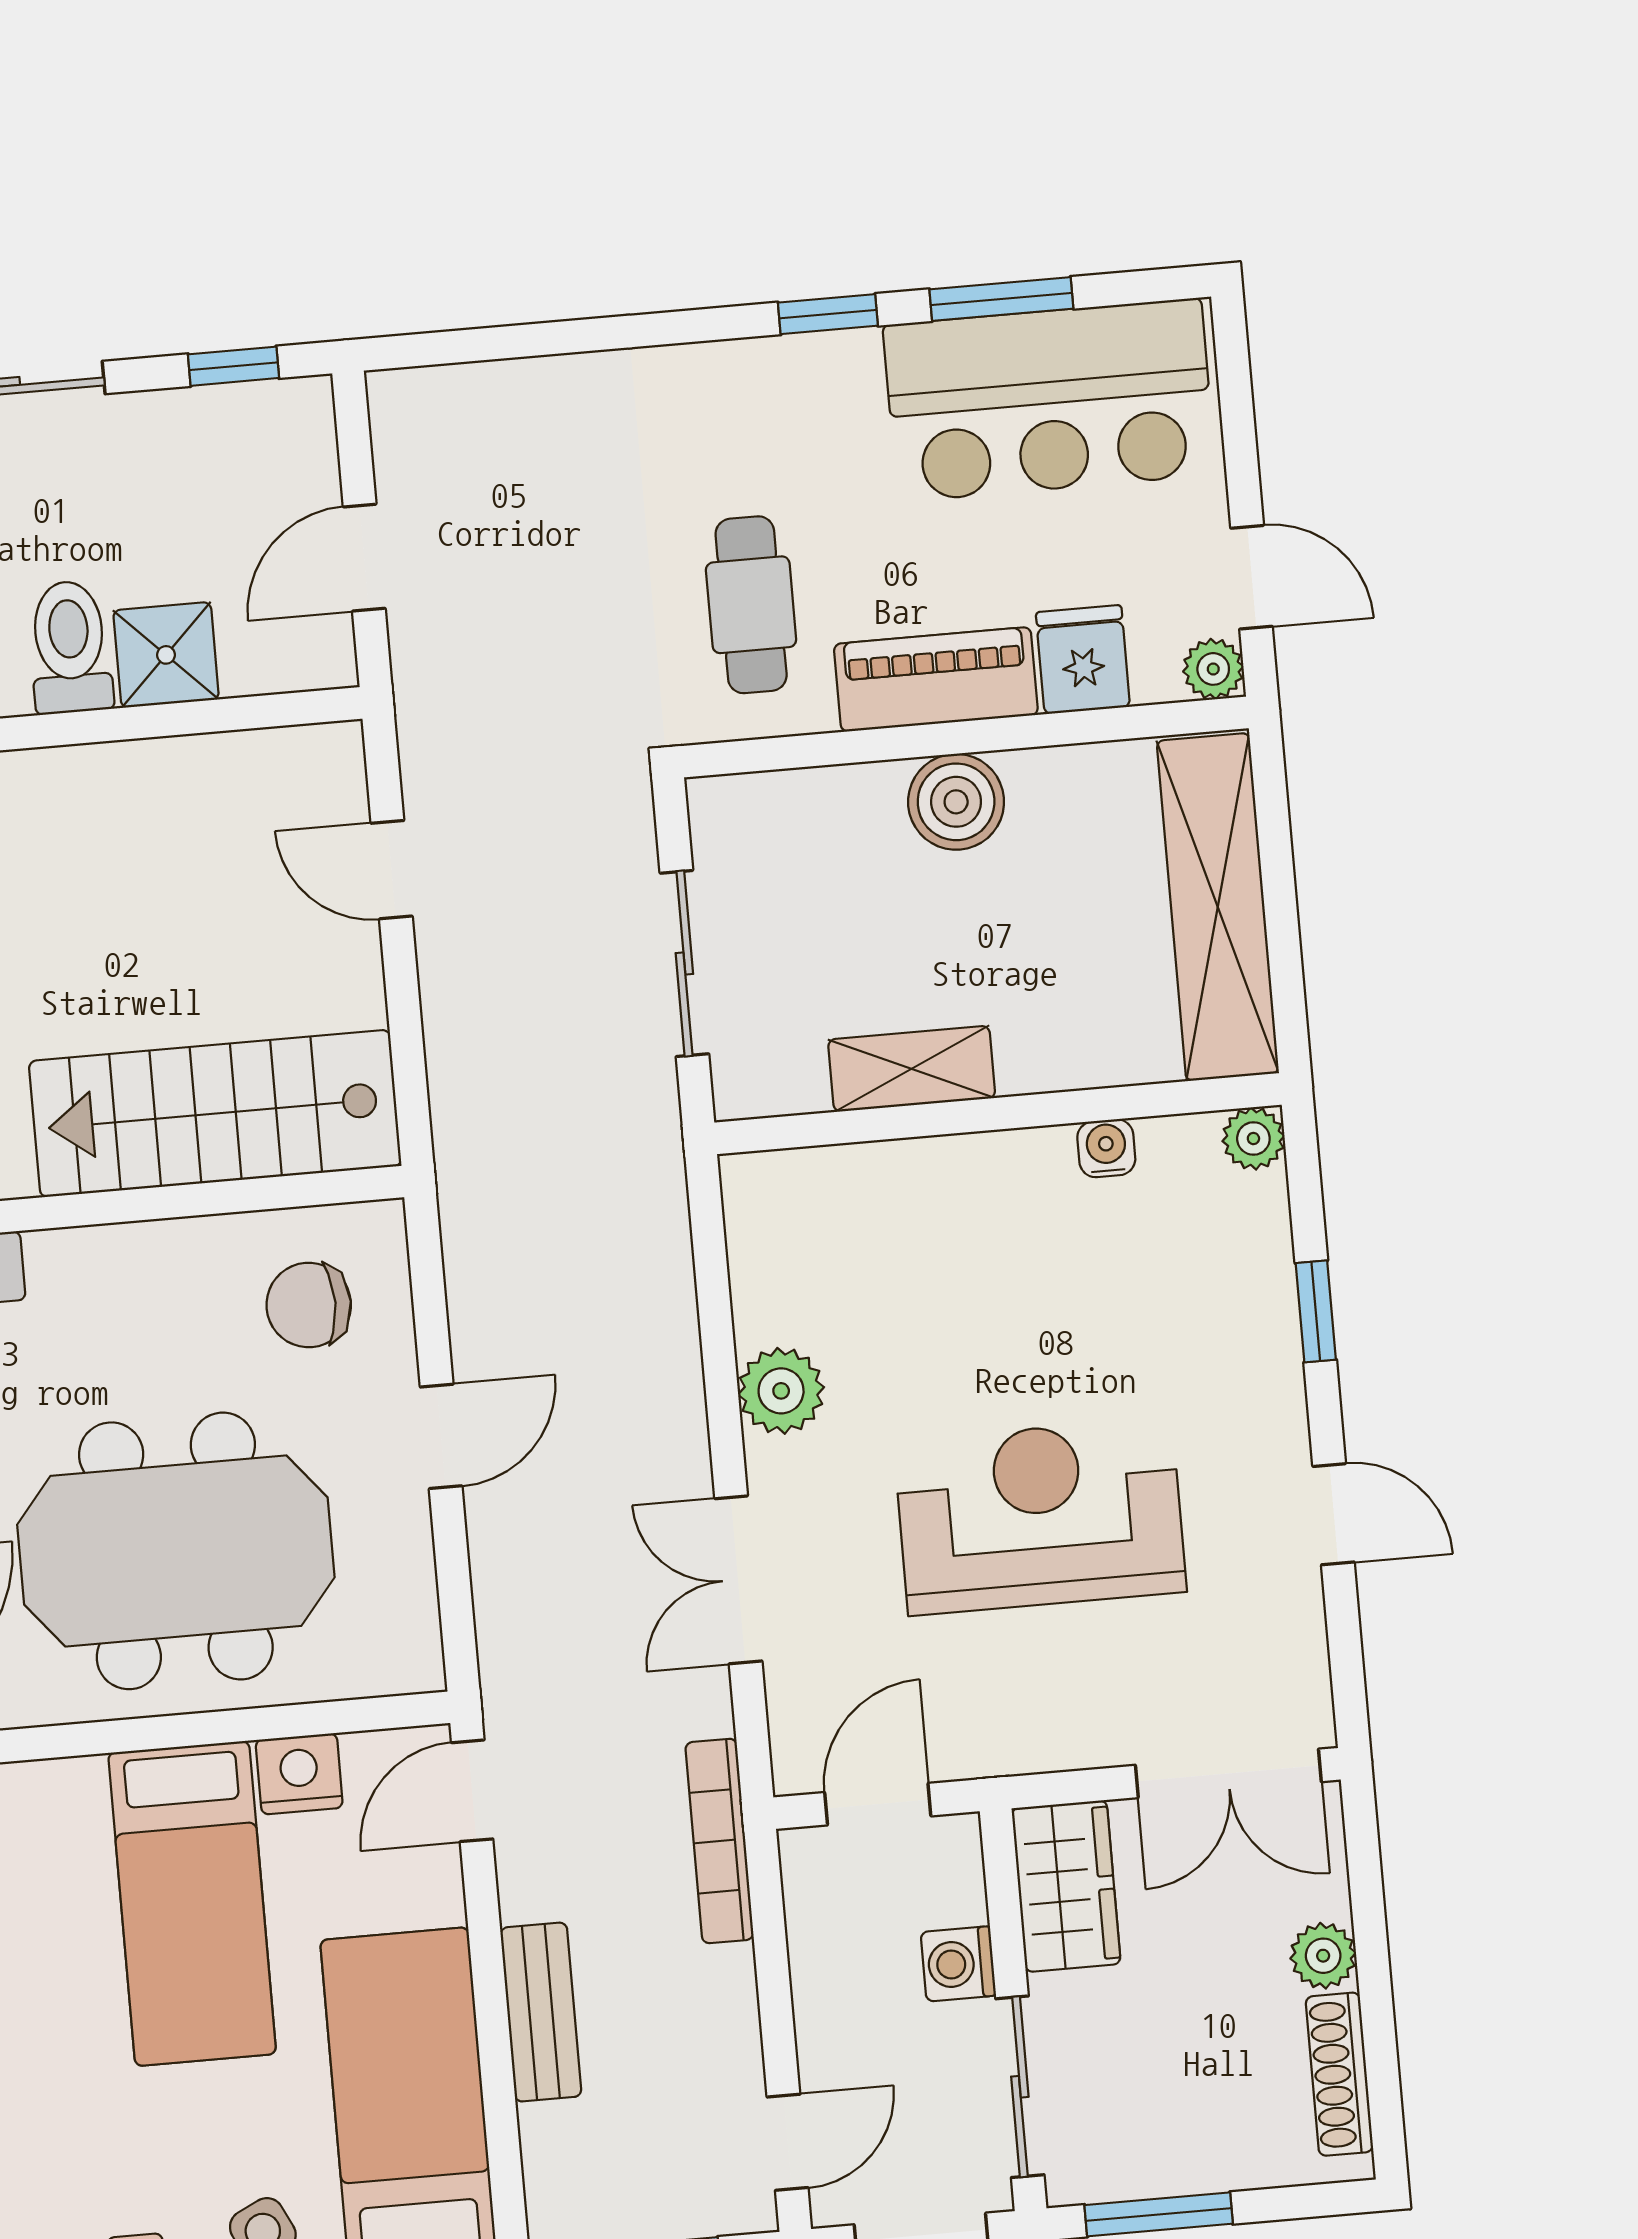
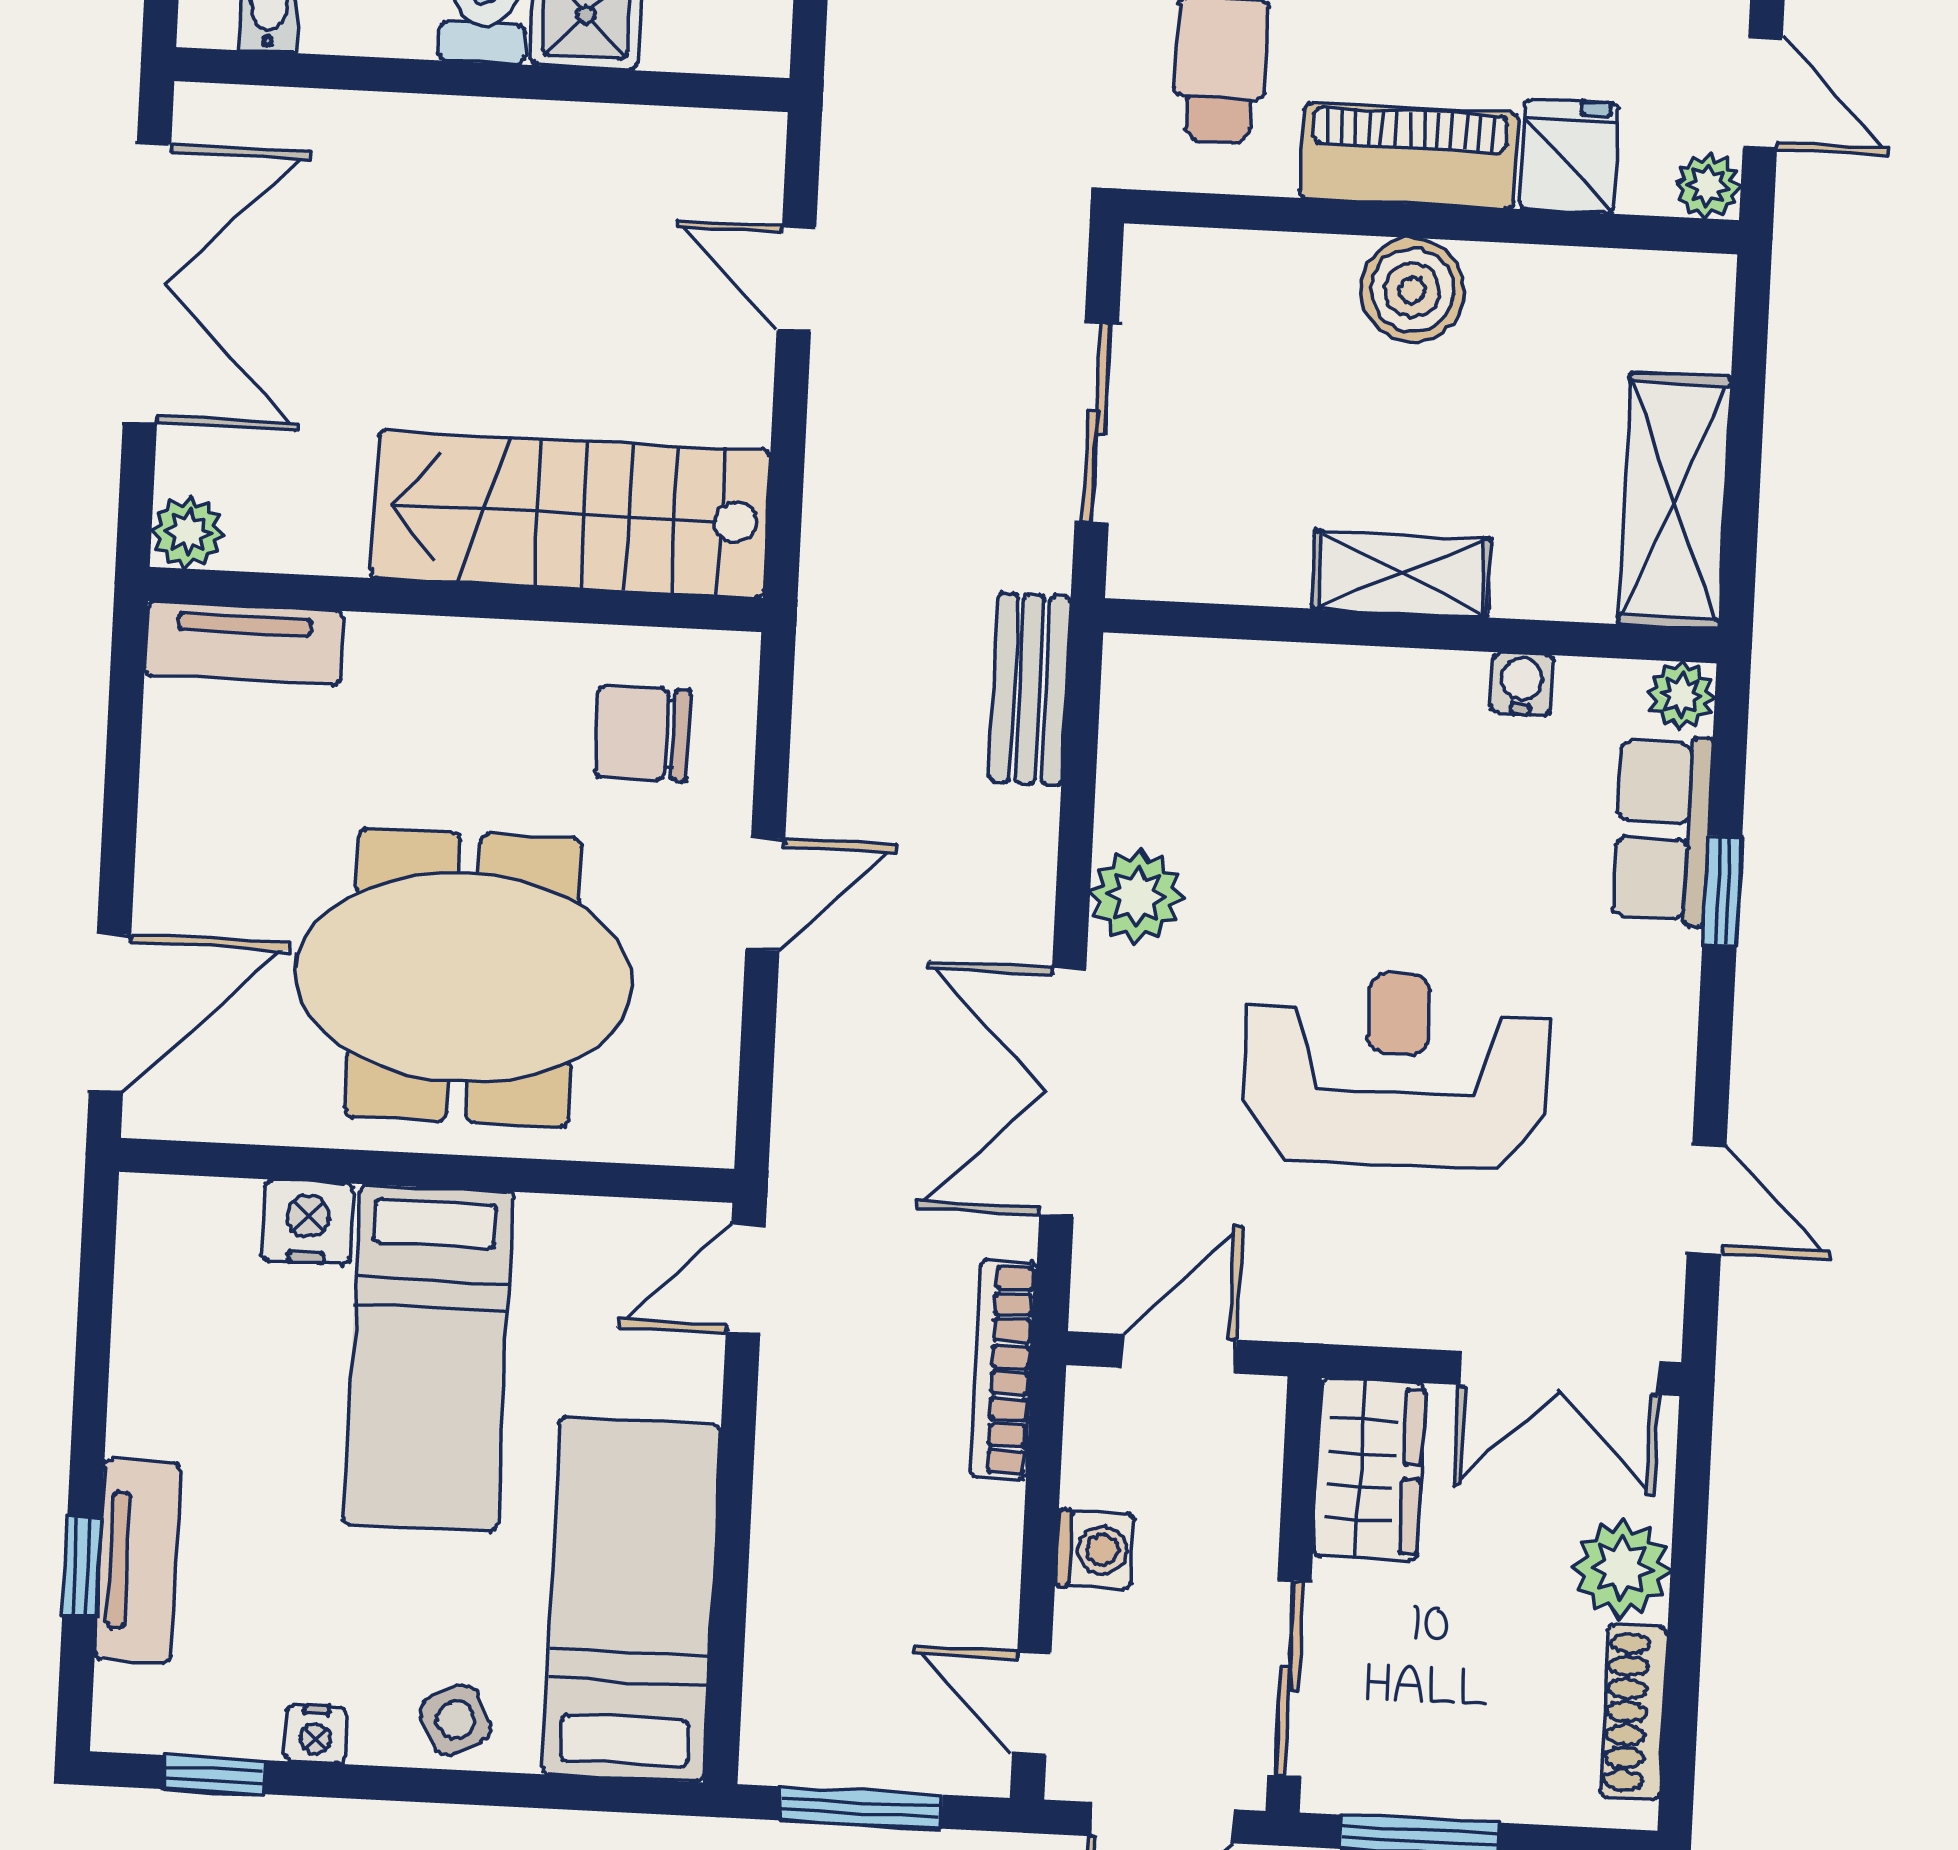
shelving: (1218, 907) -> (1674, 501), width x0.68
shelving: (912, 1069) -> (1402, 574), moved
row of seats: (1254, 1264) -> (1663, 830), added
door: (1334, 1514) -> (1707, 1199), moved
double door: (738, 1580) -> (1063, 1092), width x1.37
nightstand: (299, 1774) -> (307, 1222), moved
plant: (1323, 1956) -> (1621, 1569), width x1.38, depth x1.38
washing machine: (958, 1964) -> (1095, 1550), moved, turned 180
bench: (541, 2012) -> (1030, 689), moved
door: (788, 2142) -> (1032, 1703), swing flipped

